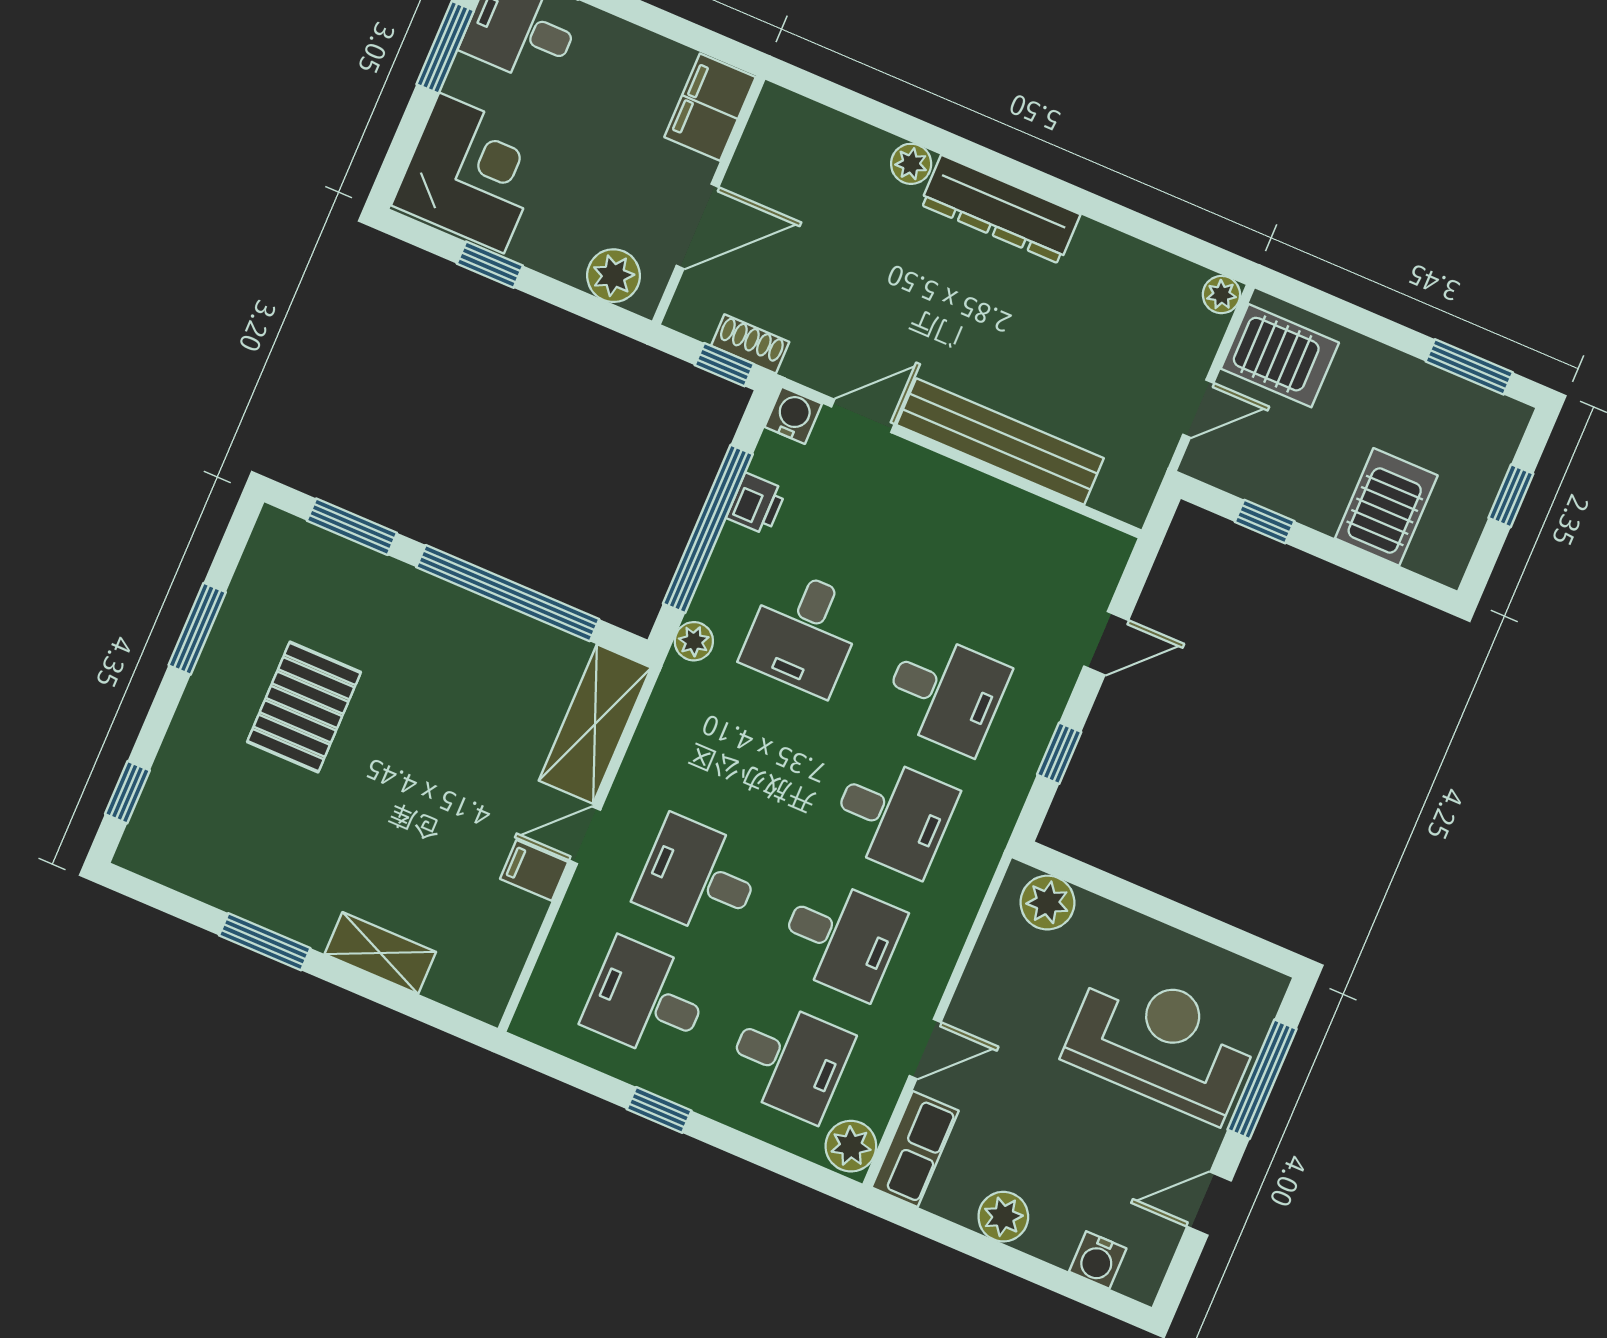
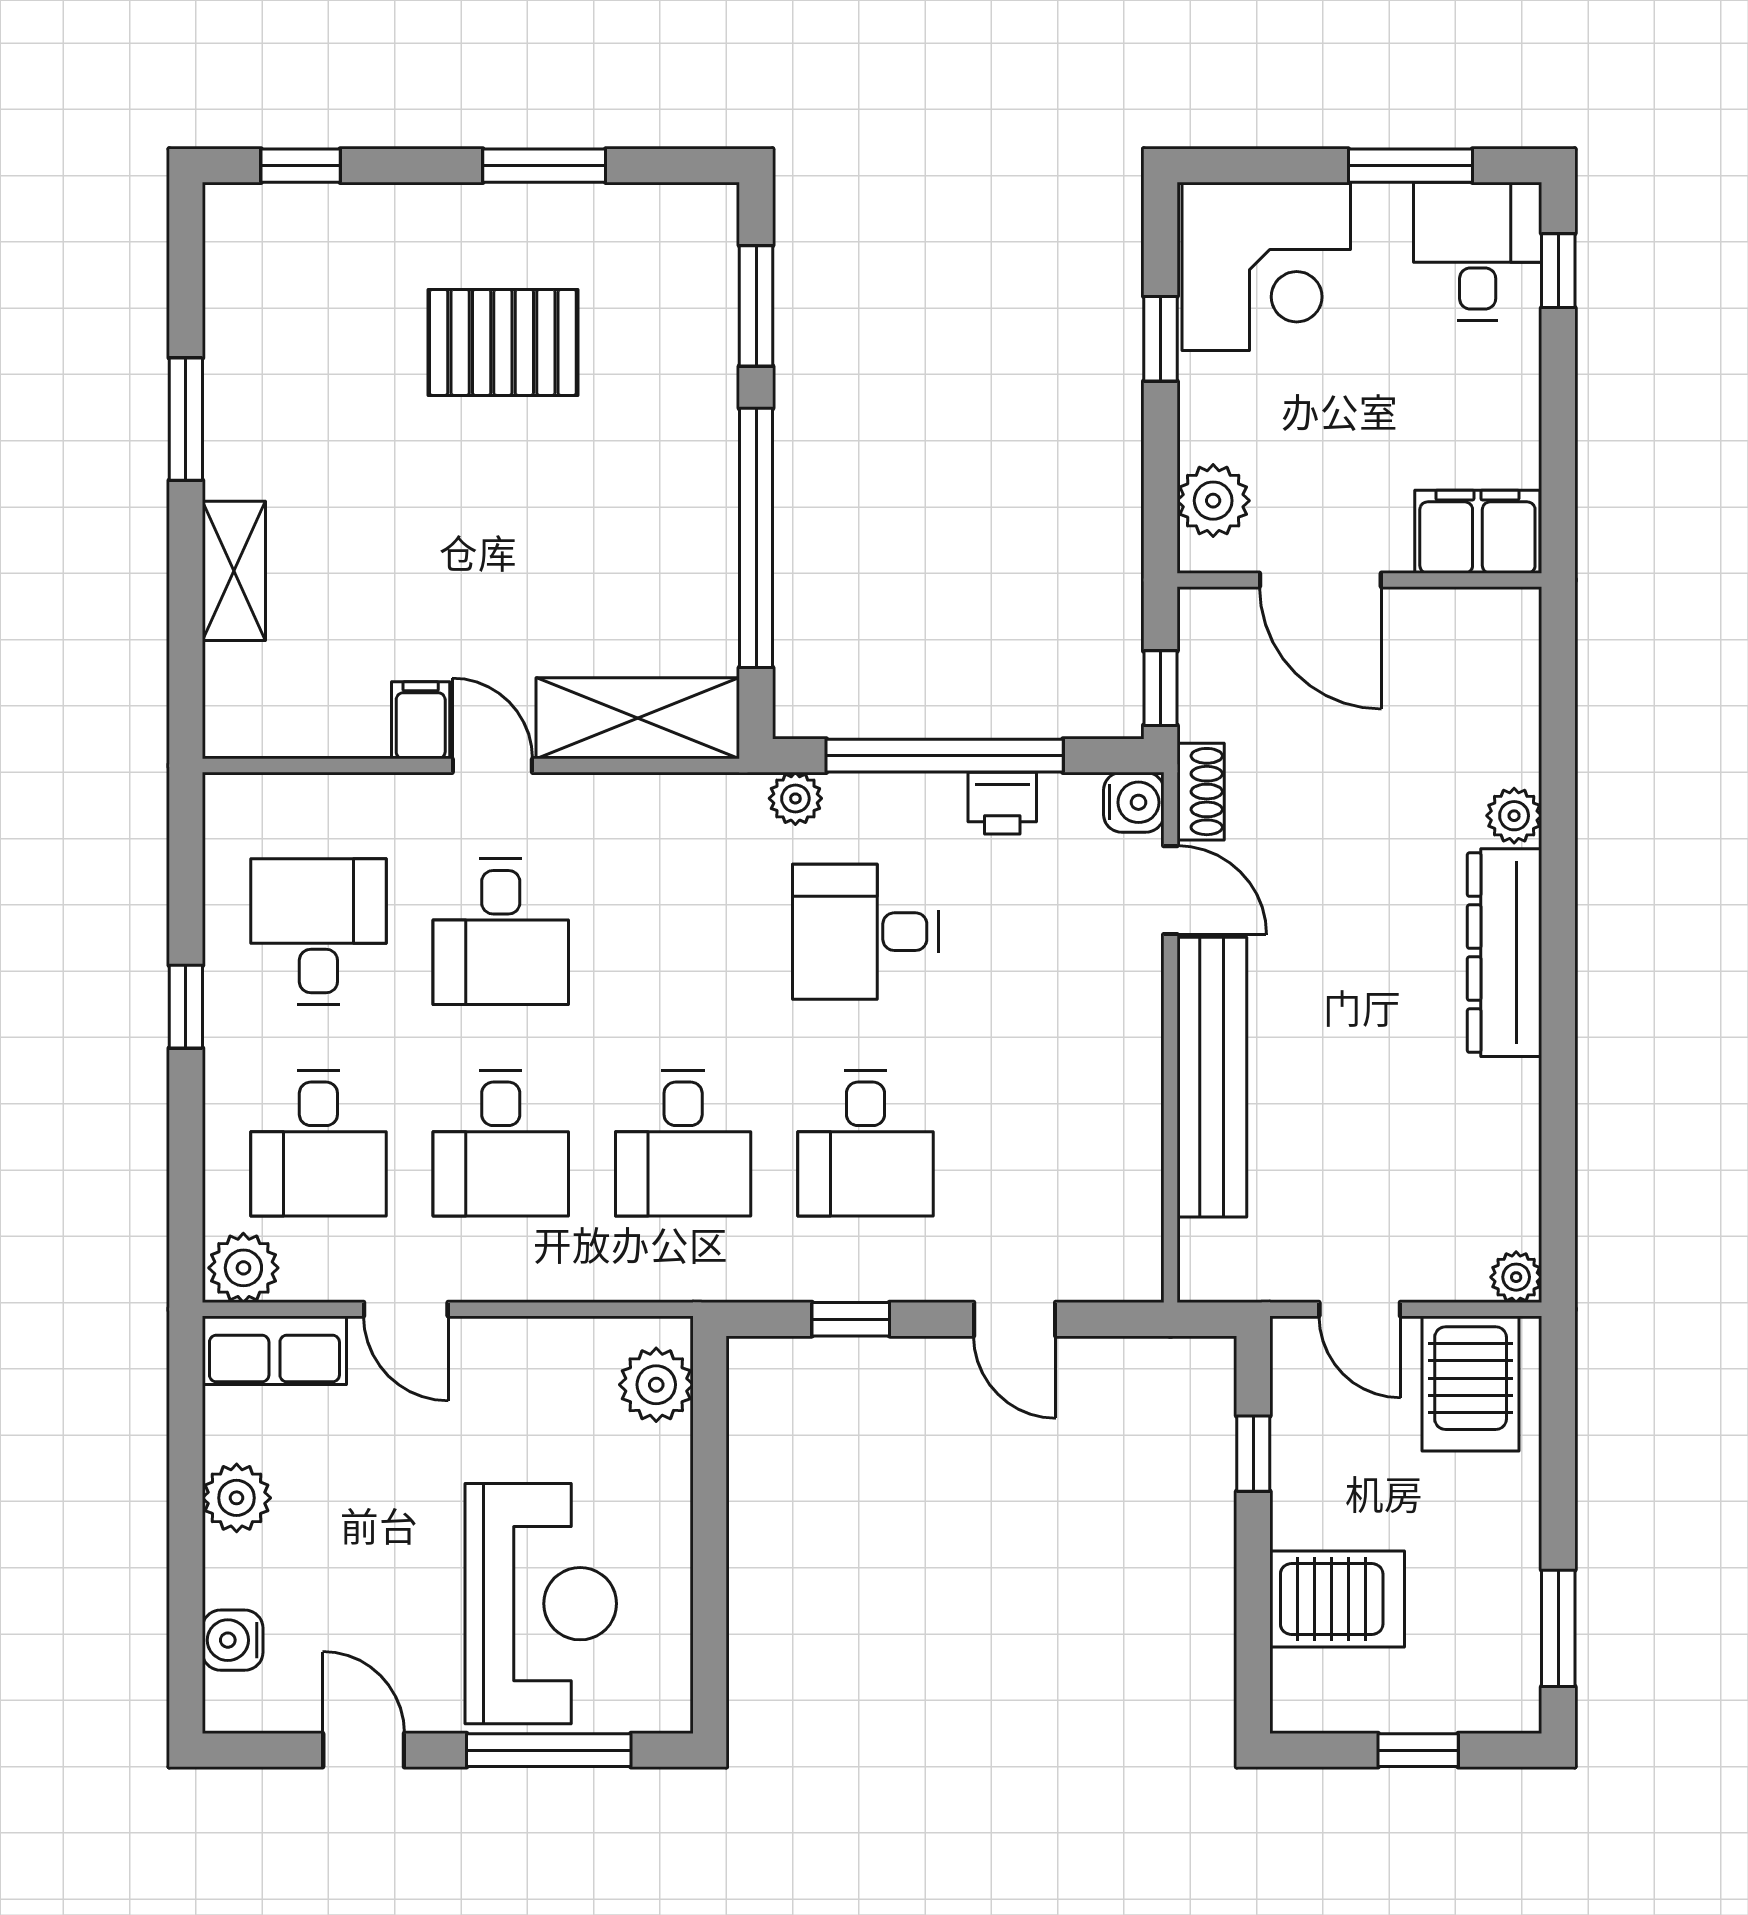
shoe rack: (750, 344) -> (1201, 792), moved
desk: (699, 877) -> (501, 932), turned 180

